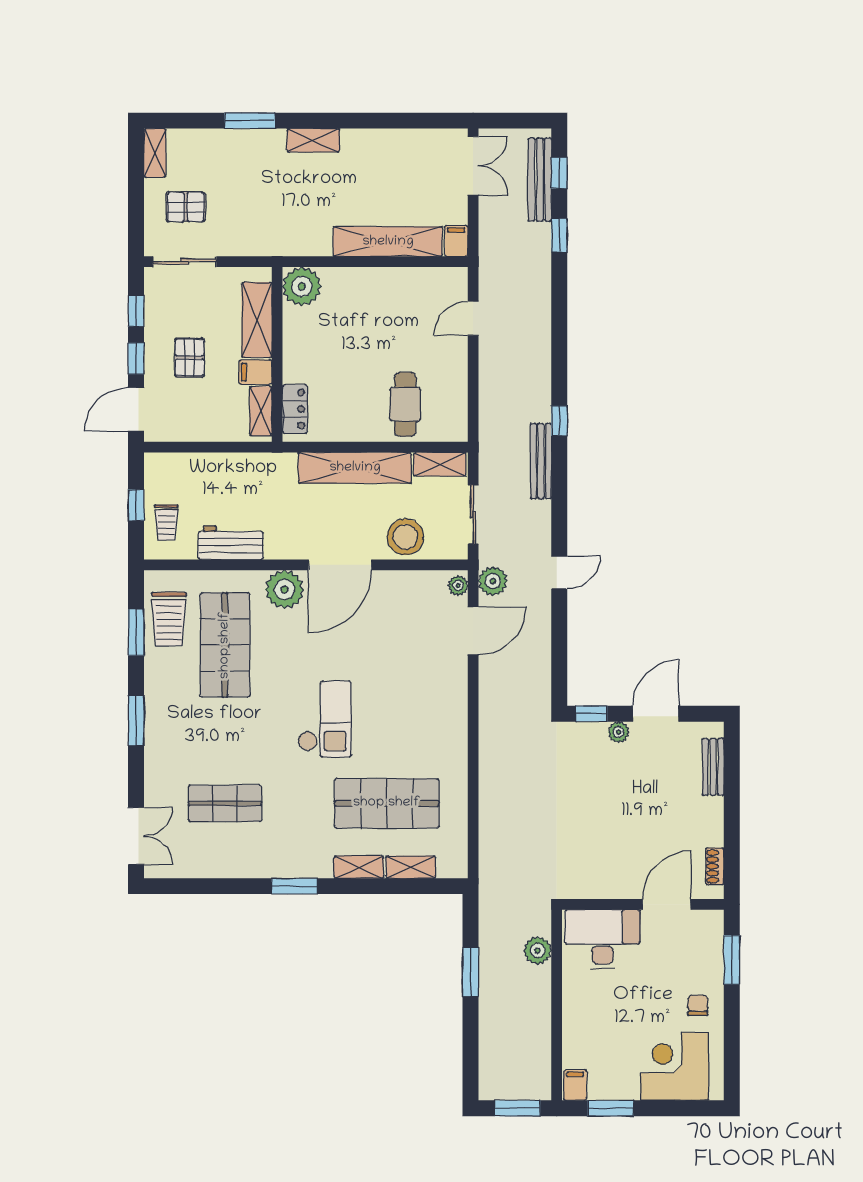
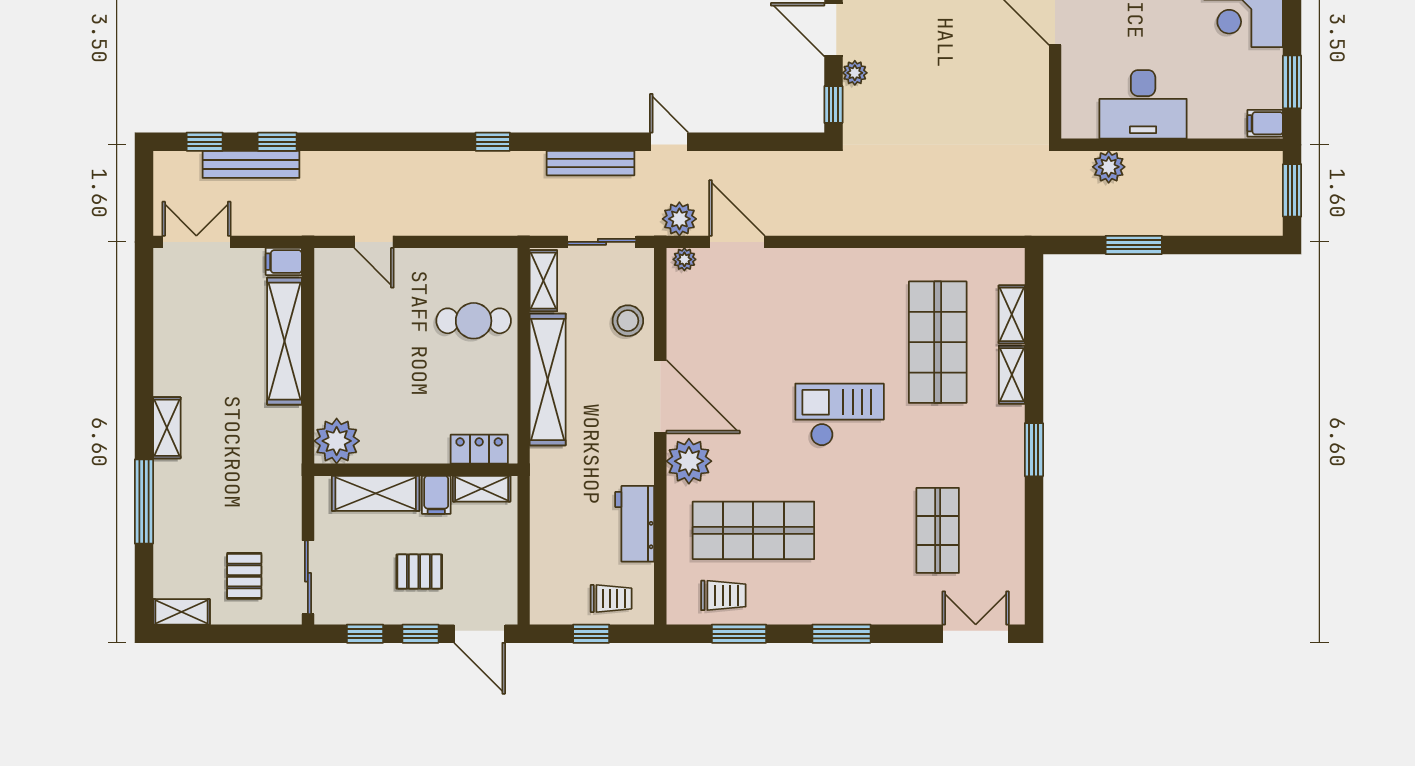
window: (250, 121) -> (144, 501), width x1.44
bench: (540, 180) -> (251, 164), moved
bench: (541, 461) -> (591, 163), moved
stool: (405, 537) -> (628, 321), width x0.73, depth x0.73
trolley: (169, 619) -> (723, 595), width x0.73, depth x0.72
desk: (602, 939) -> (1143, 104), moved, turned -90

